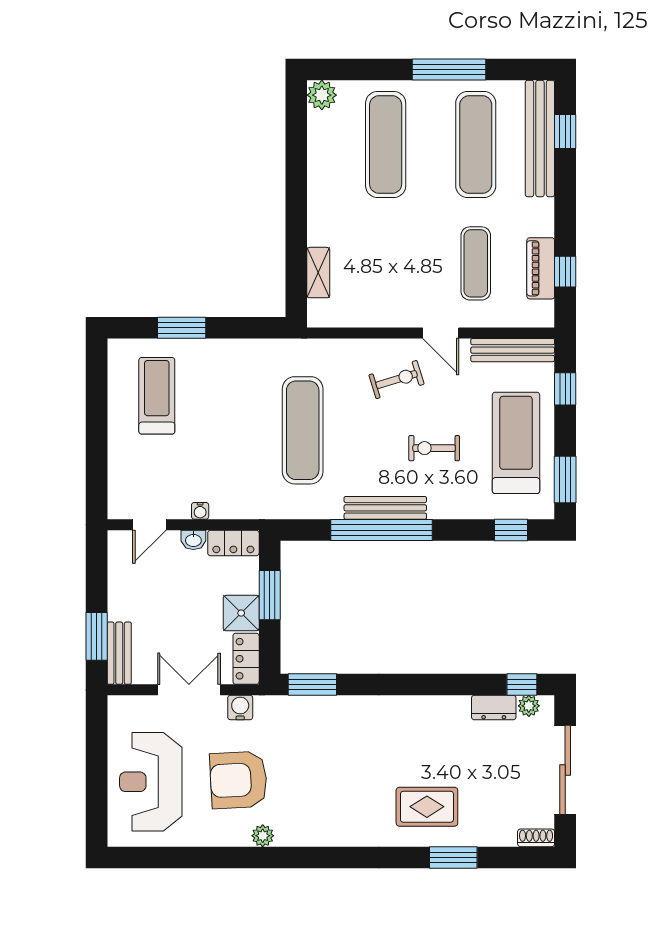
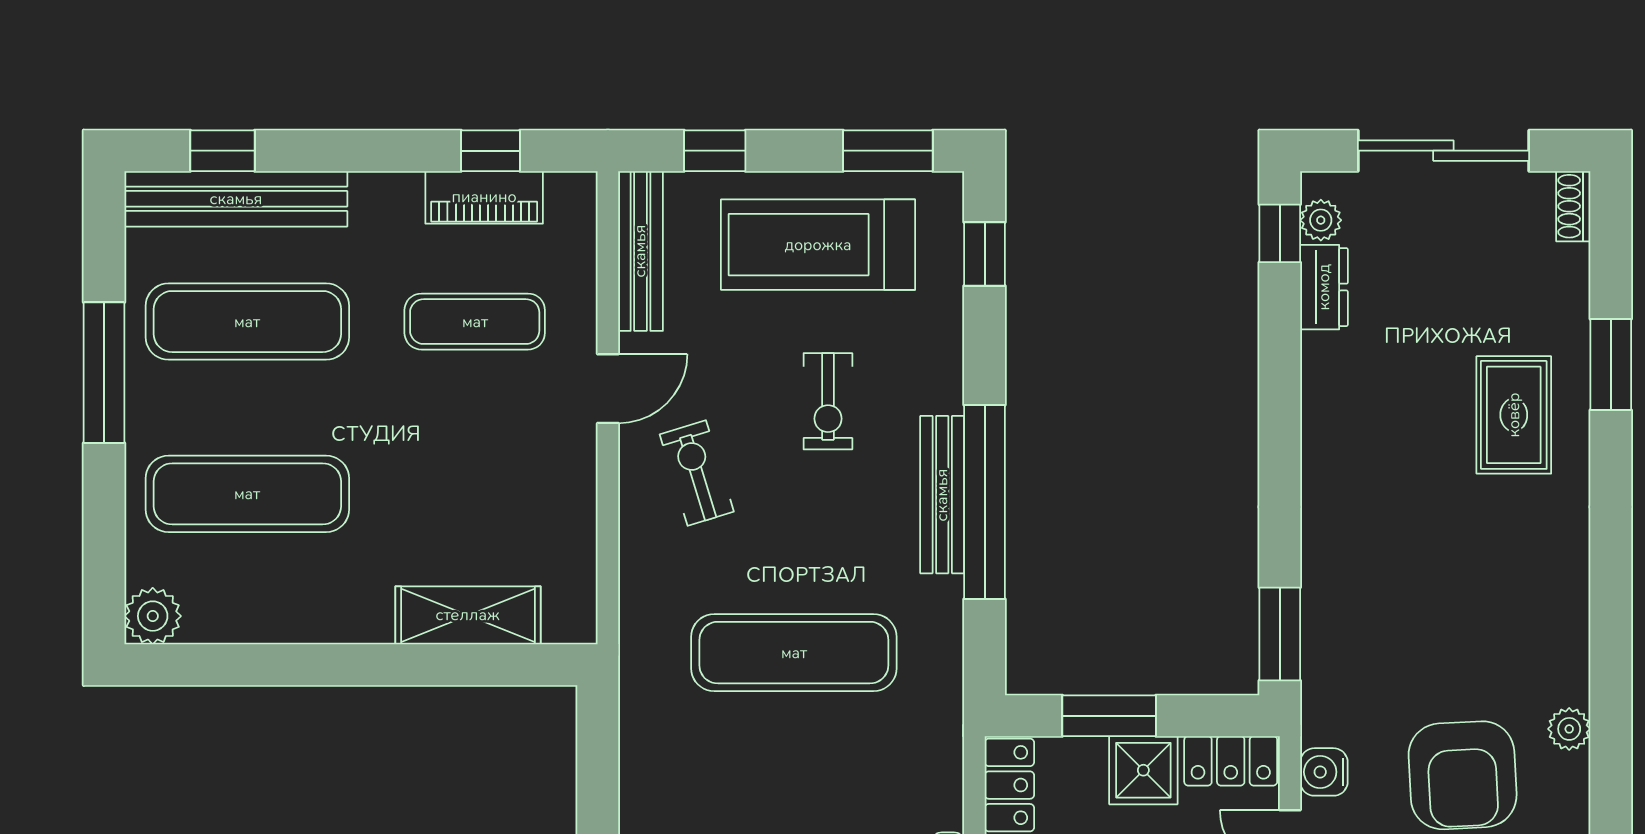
shelving: (318, 273) -> (468, 615), width x1.50, depth x1.33

